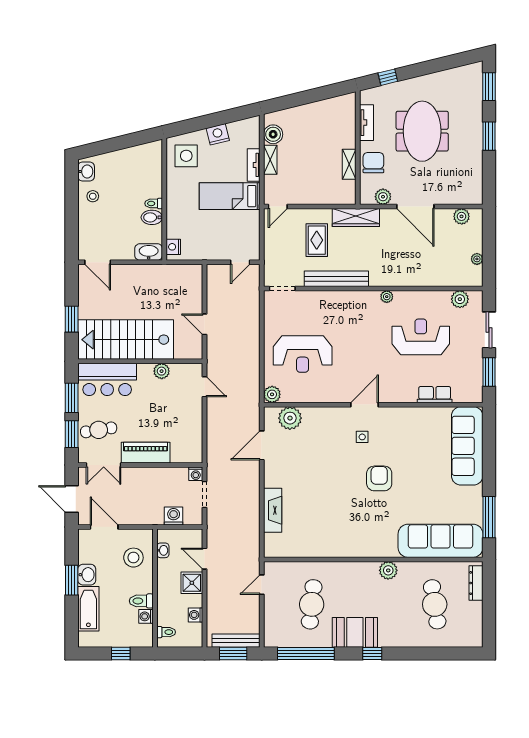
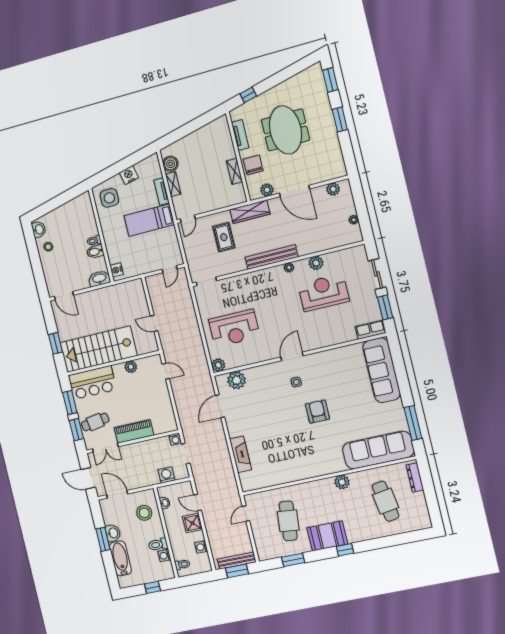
bench: (336, 279) -> (272, 257), moved
plant: (460, 299) -> (316, 263), moved
row of seats: (435, 395) -> (371, 330), moved
window: (306, 654) -> (293, 560), width x0.47

